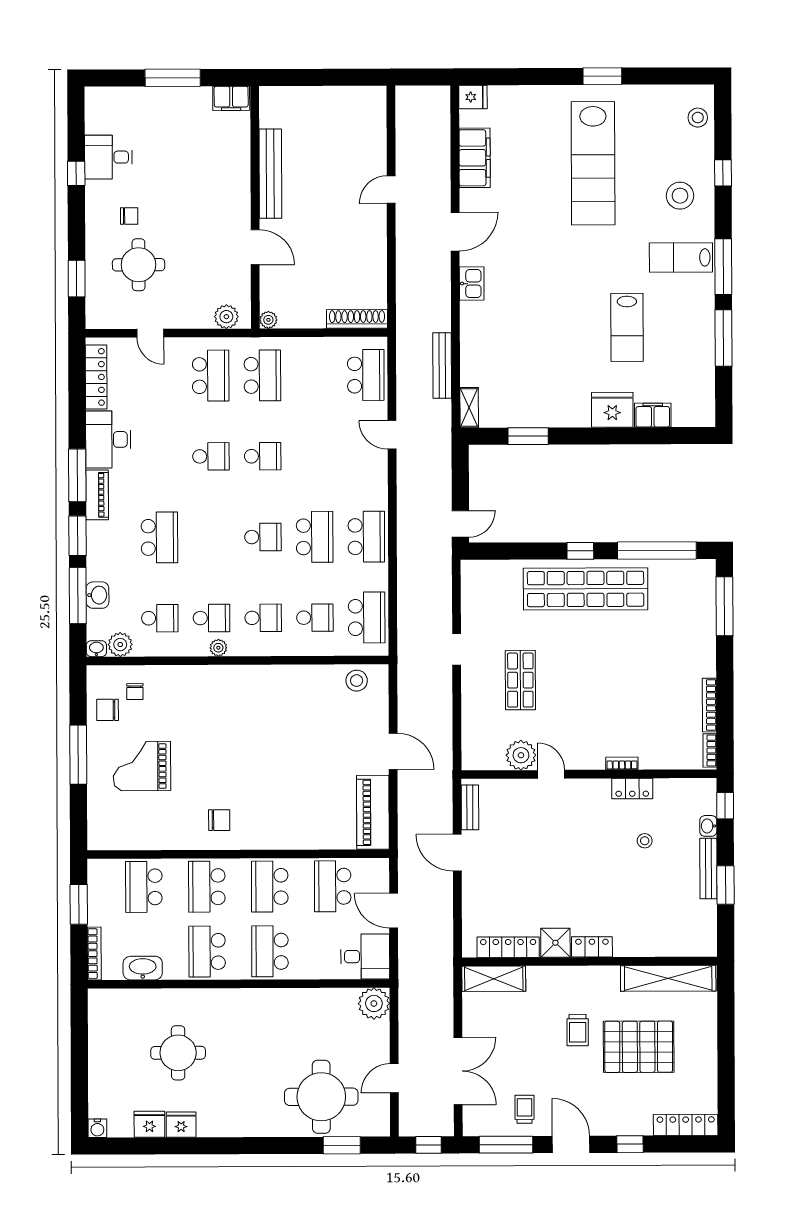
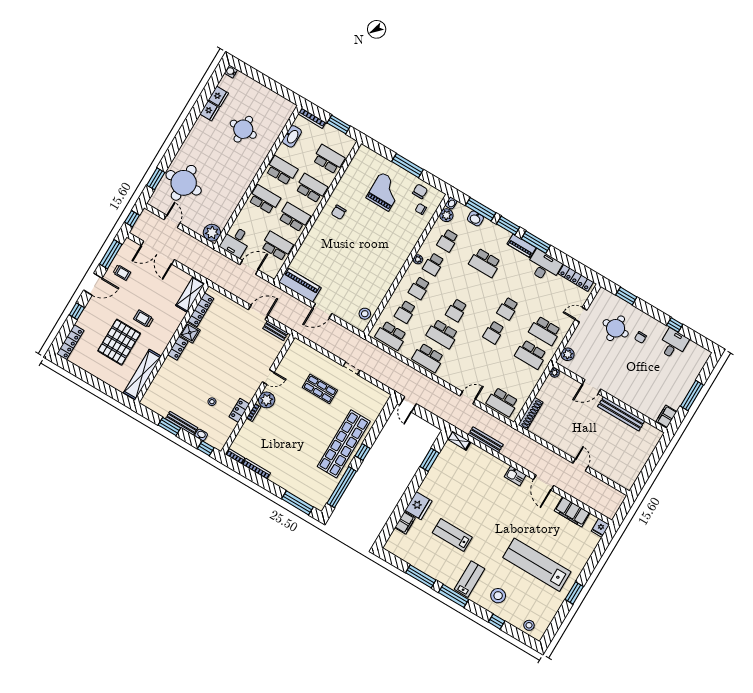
plant: (521, 755) -> (267, 400), moved

